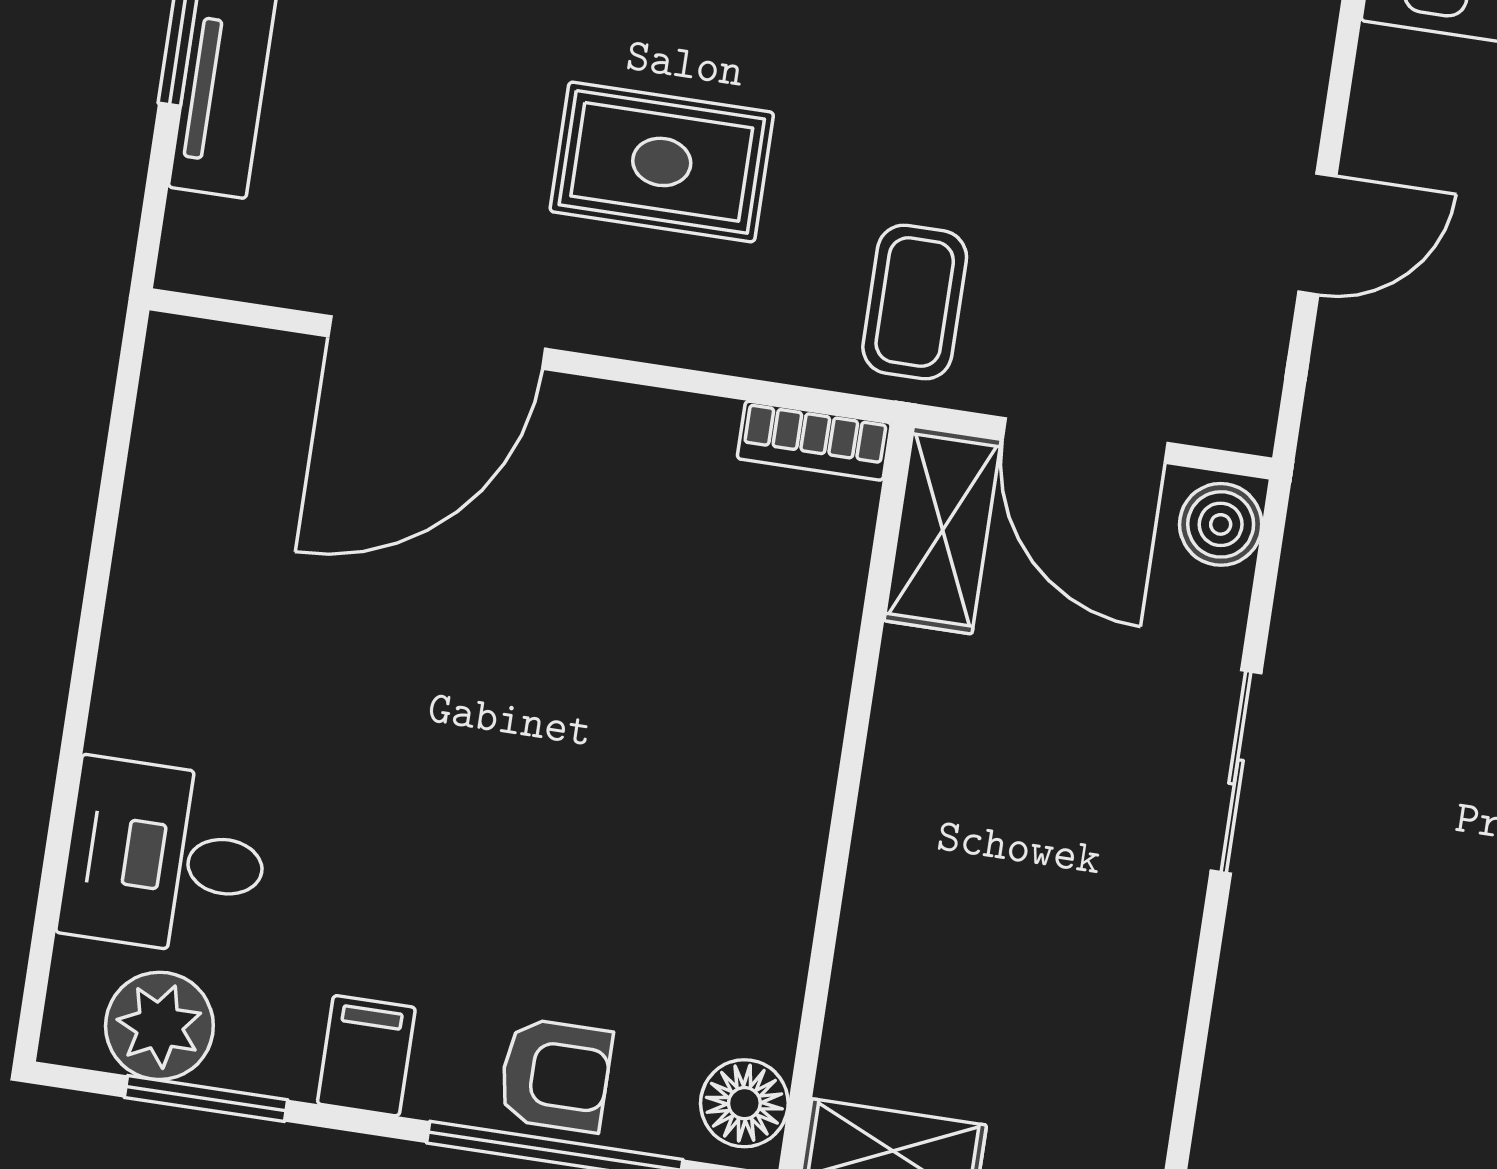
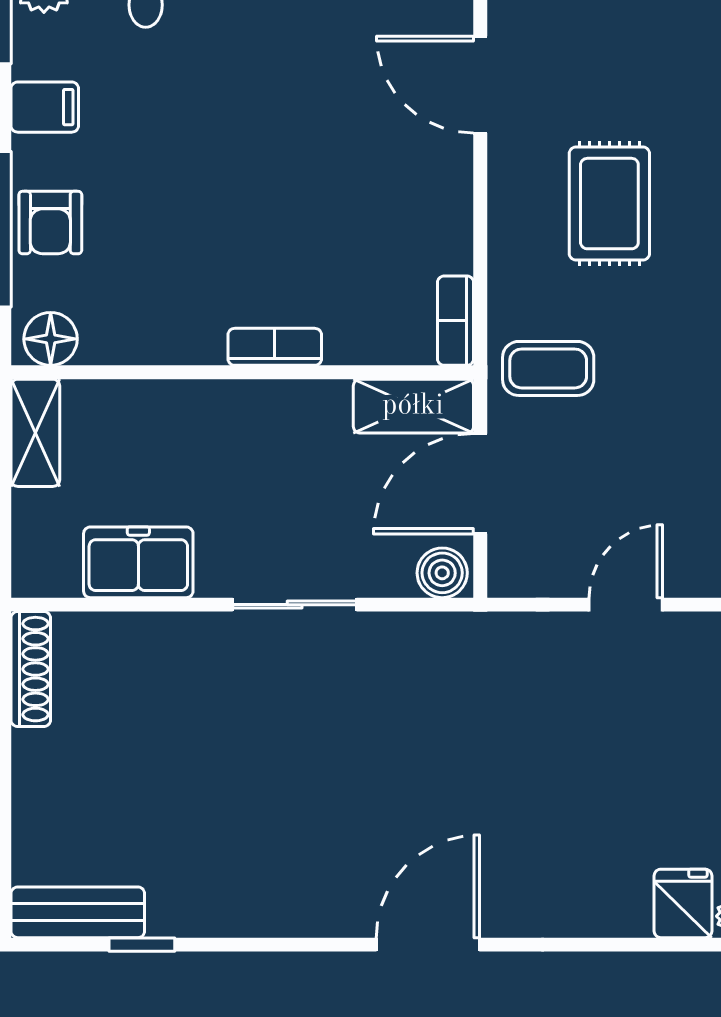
door: (1317, 234) -> (626, 605), swing flipped
door: (437, 342) -> (480, 85), width x0.73
bookcase: (812, 741) -> (275, 347), added
freezer: (1129, 1015) -> (138, 562), added

